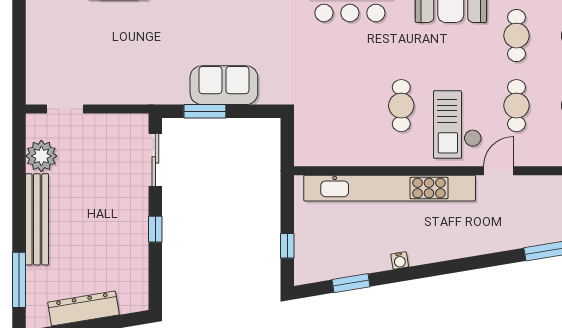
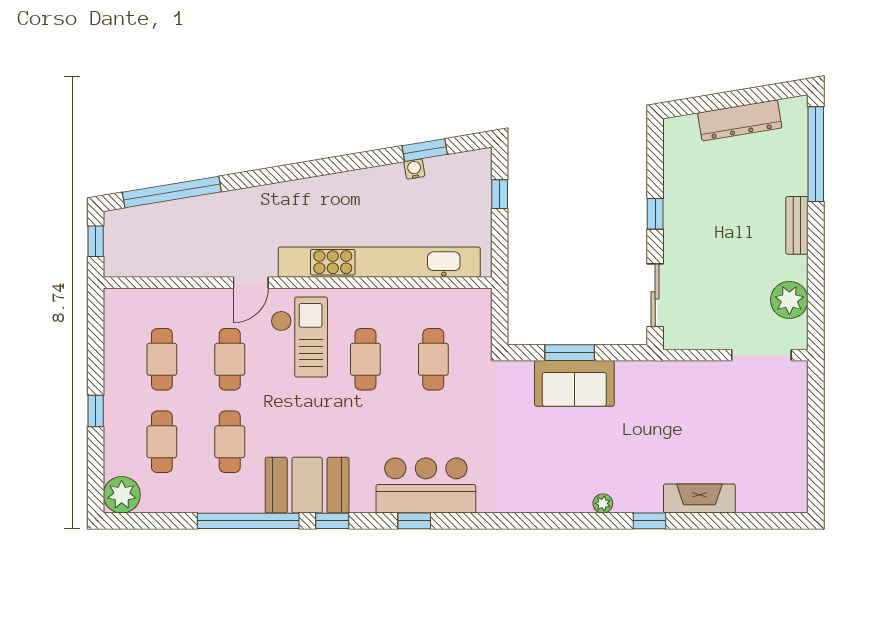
cafe table: (344, 106) -> (433, 359), added
doorway: (65, 109) -> (761, 355), width x1.38
window: (205, 111) -> (570, 353), moved
bench: (37, 219) -> (797, 225), width x0.54, depth x0.82
water cooler: (400, 261) -> (414, 169), moved
window: (19, 280) -> (816, 154), width x1.46

